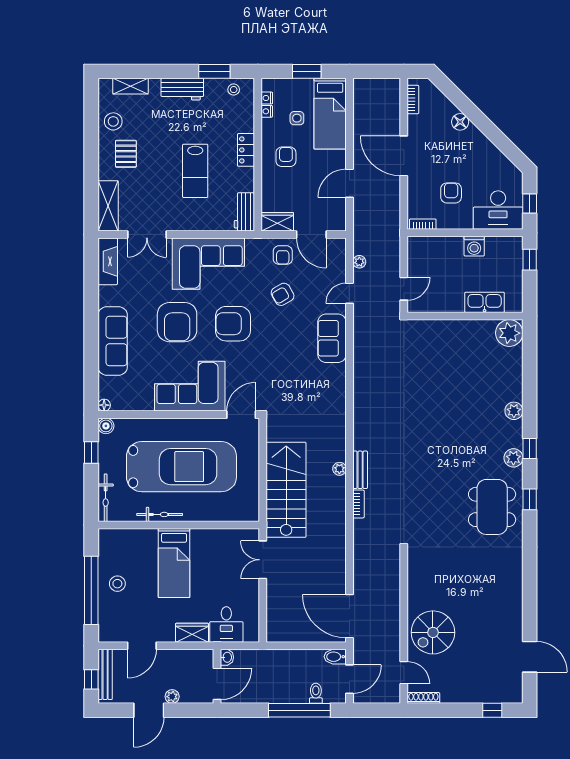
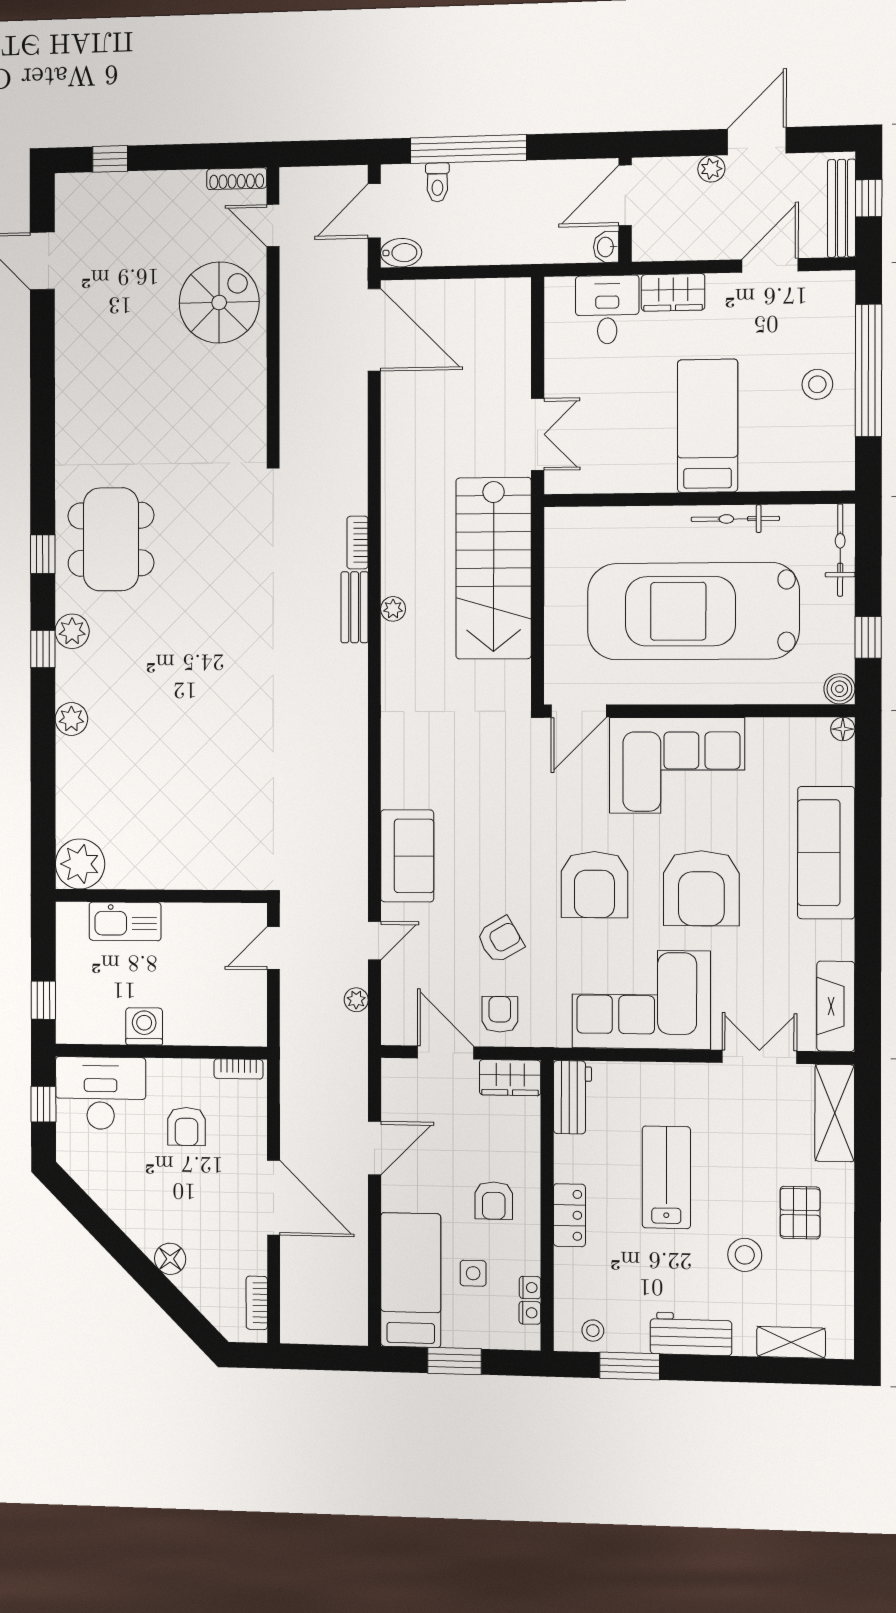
stool: (113, 121) -> (745, 1255), moved
armchair: (177, 322) -> (701, 888), turned 180
armchair: (233, 324) -> (594, 885), turned 90

